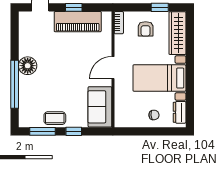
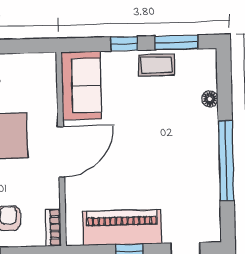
floor lamp: (28, 66) -> (210, 99), moved, width x0.53, depth x0.53
door: (113, 68) -> (61, 152), width x1.36
window: (15, 84) -> (226, 161), moved

